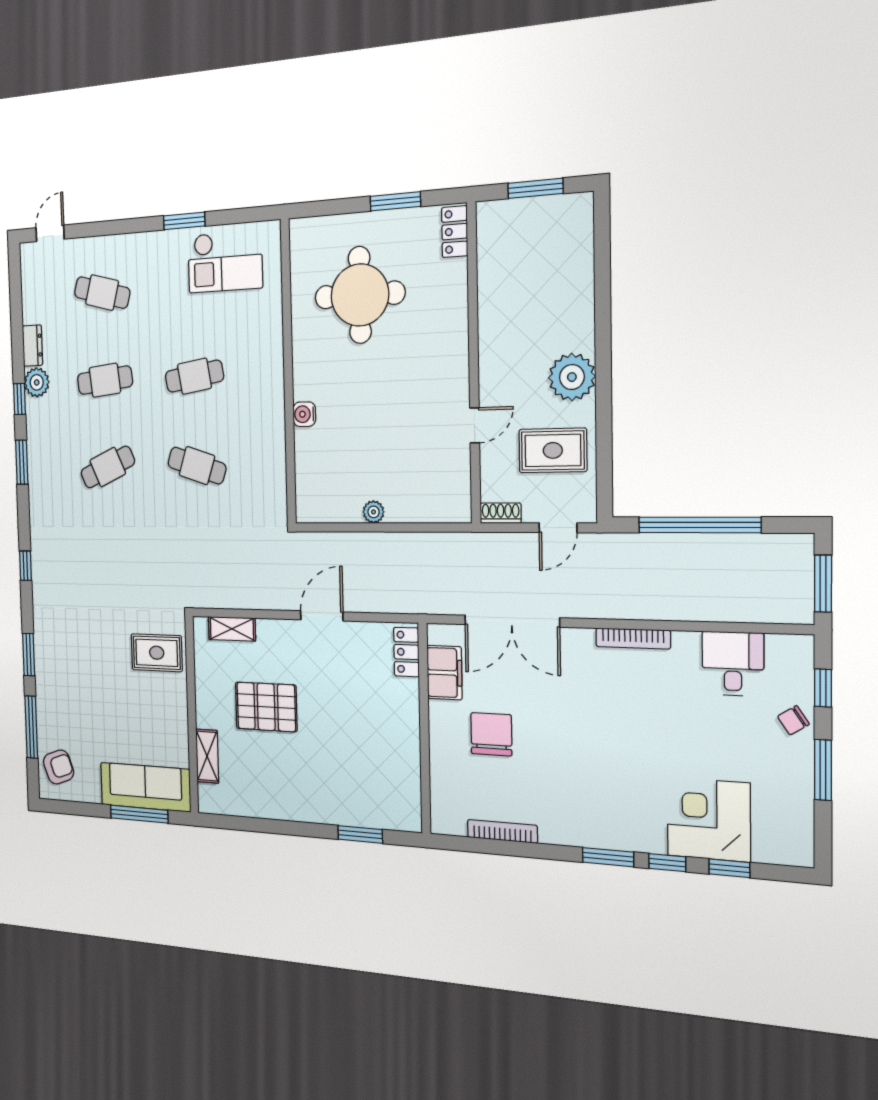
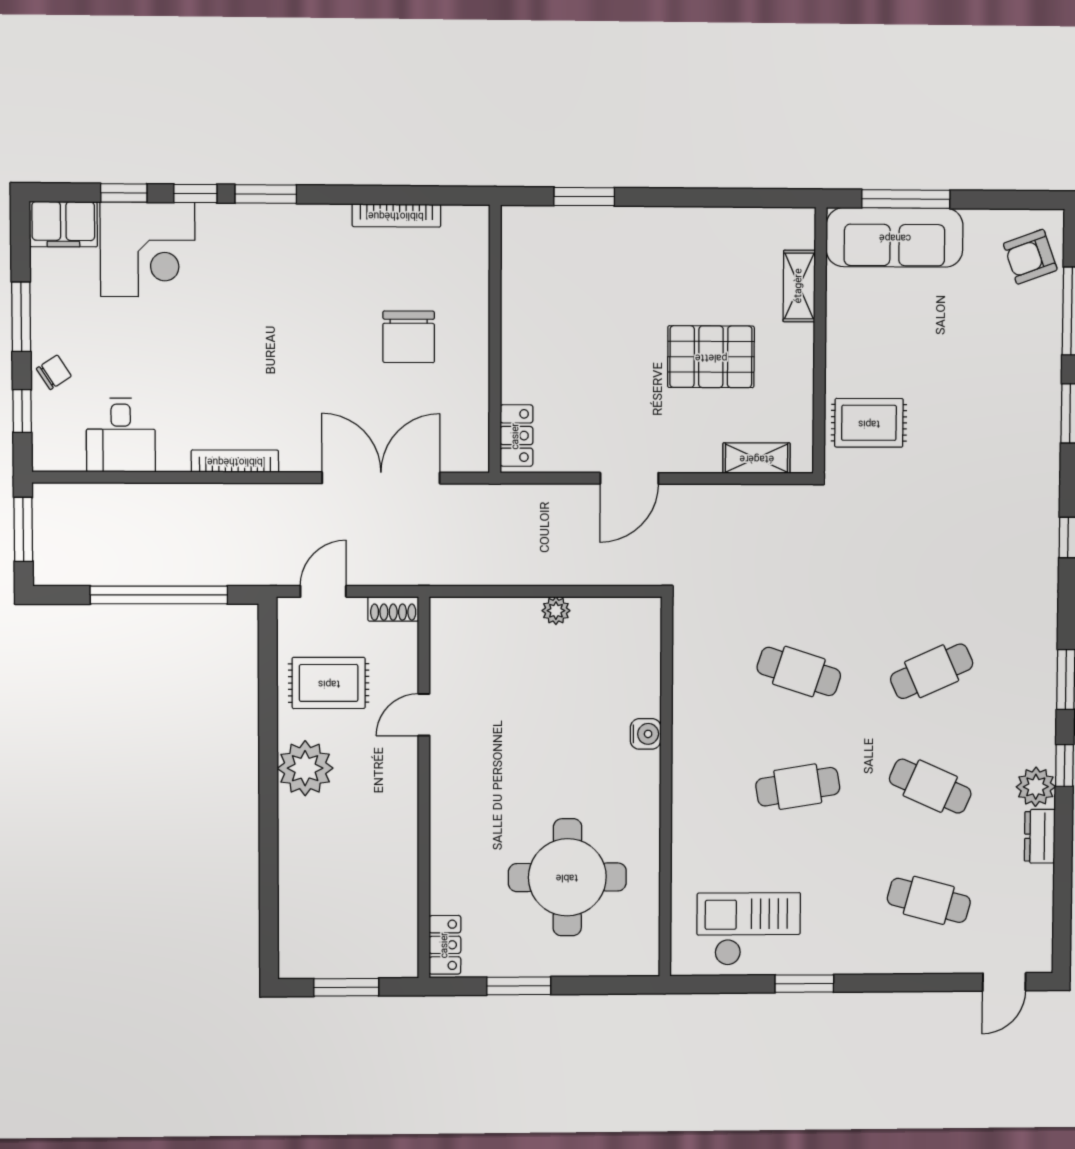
cafe table: (105, 380) -> (930, 786), turned 30
filing cabinet: (444, 673) -> (63, 224), moved, turned -90

